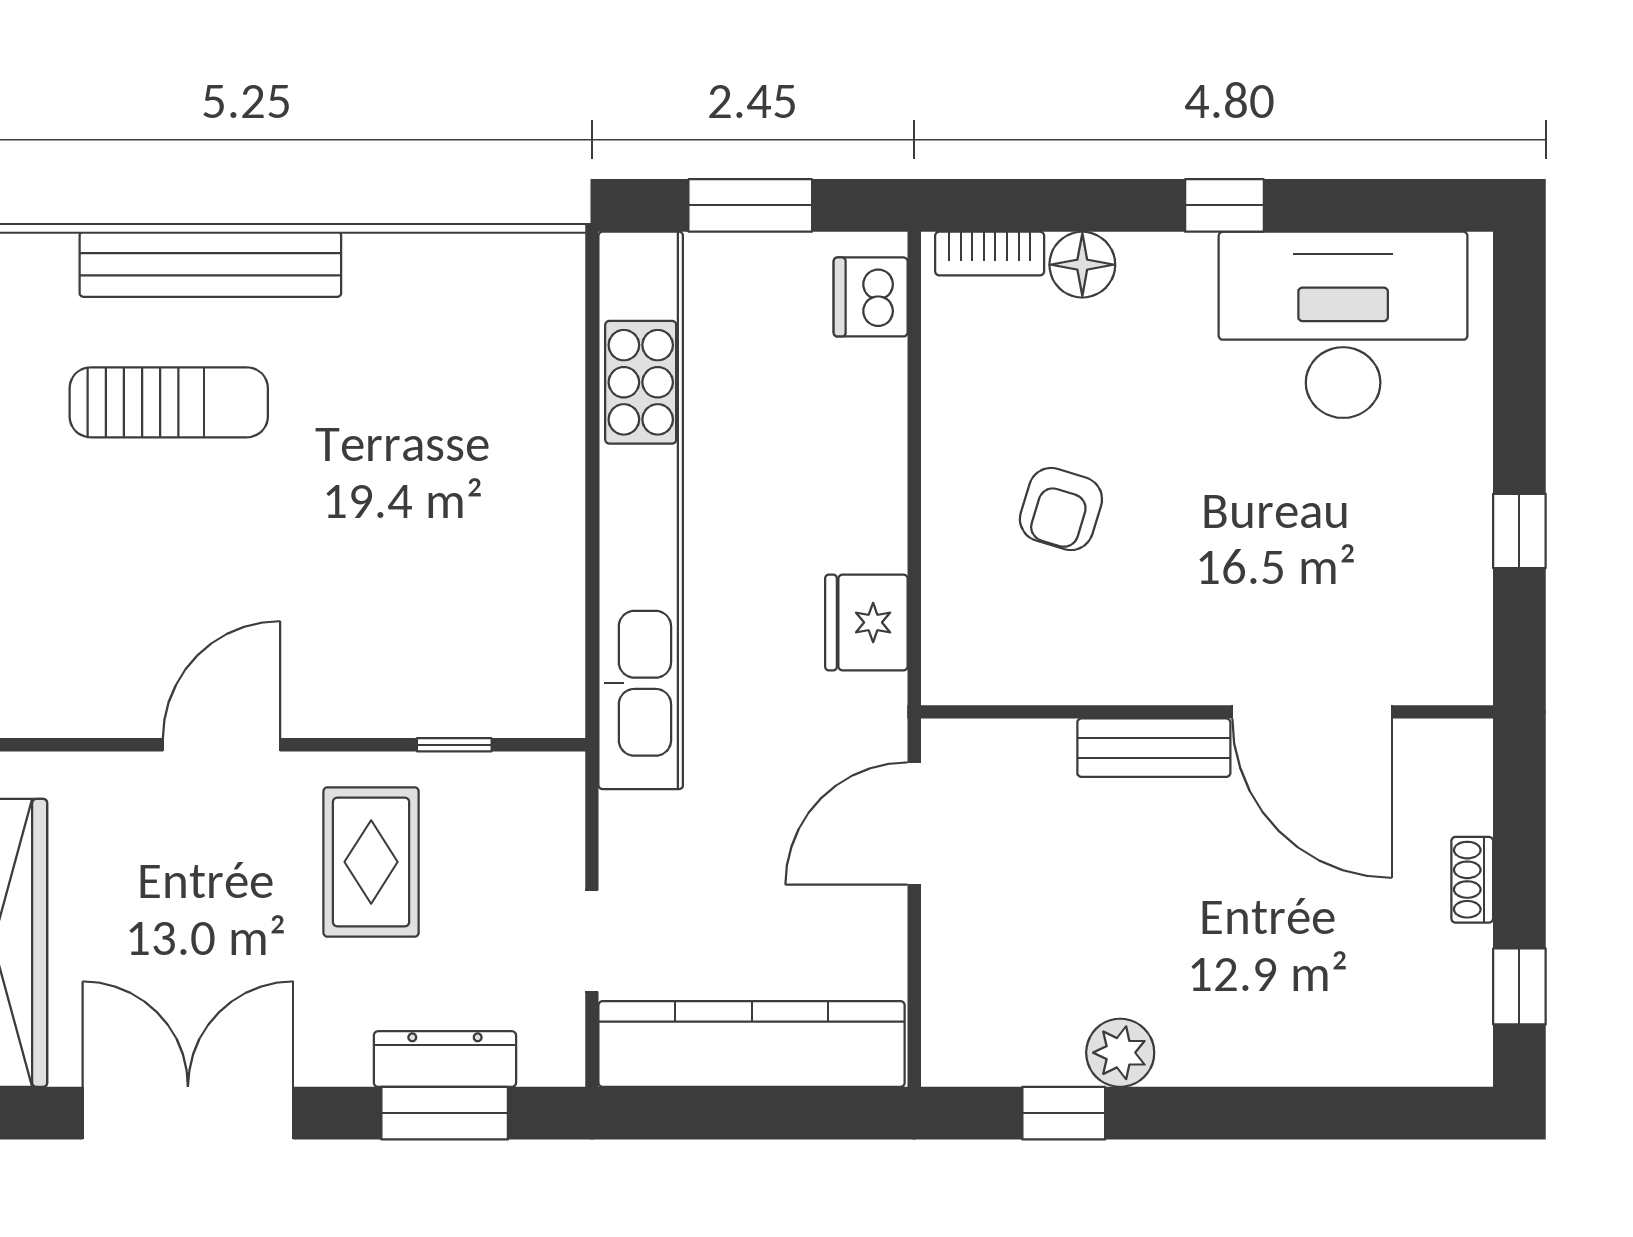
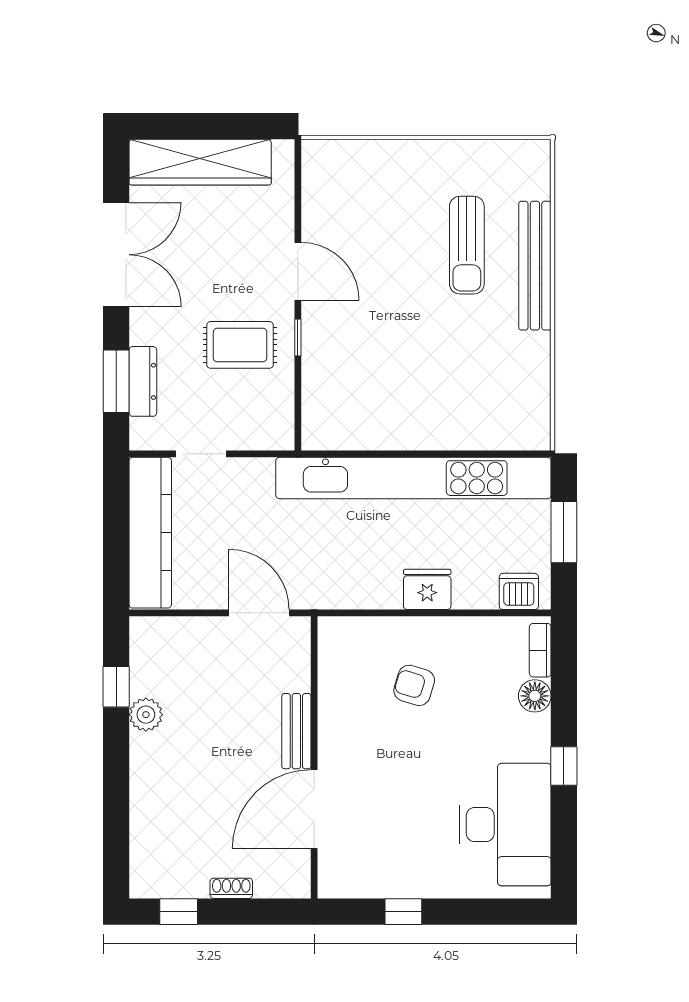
fridge: (866, 622) -> (427, 589), moved
window: (454, 745) -> (298, 337), moved

